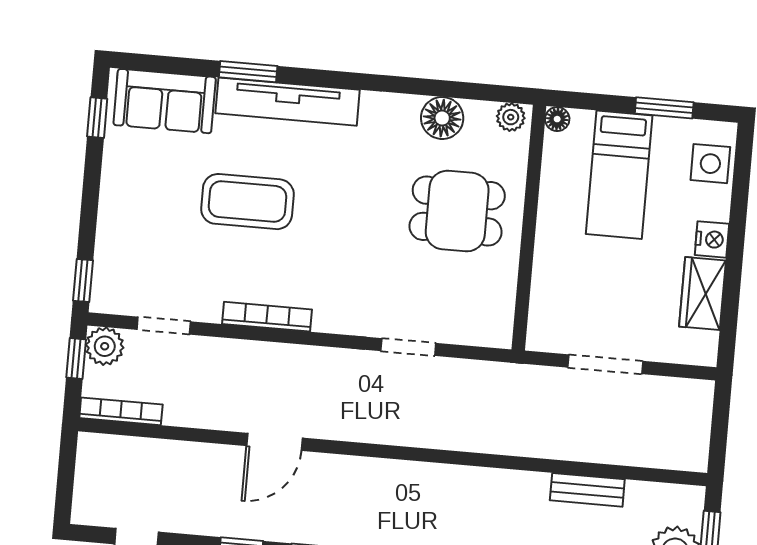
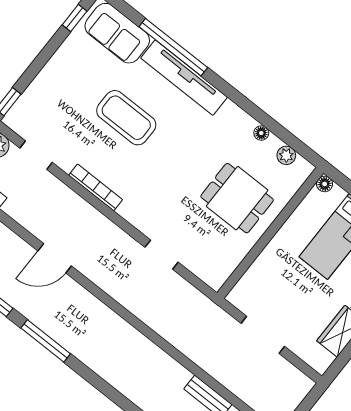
window: (248, 72) -> (173, 47), width x2.11
plant: (511, 117) -> (286, 155), moved
floor lamp: (442, 118) -> (261, 133), width x0.53, depth x0.53

